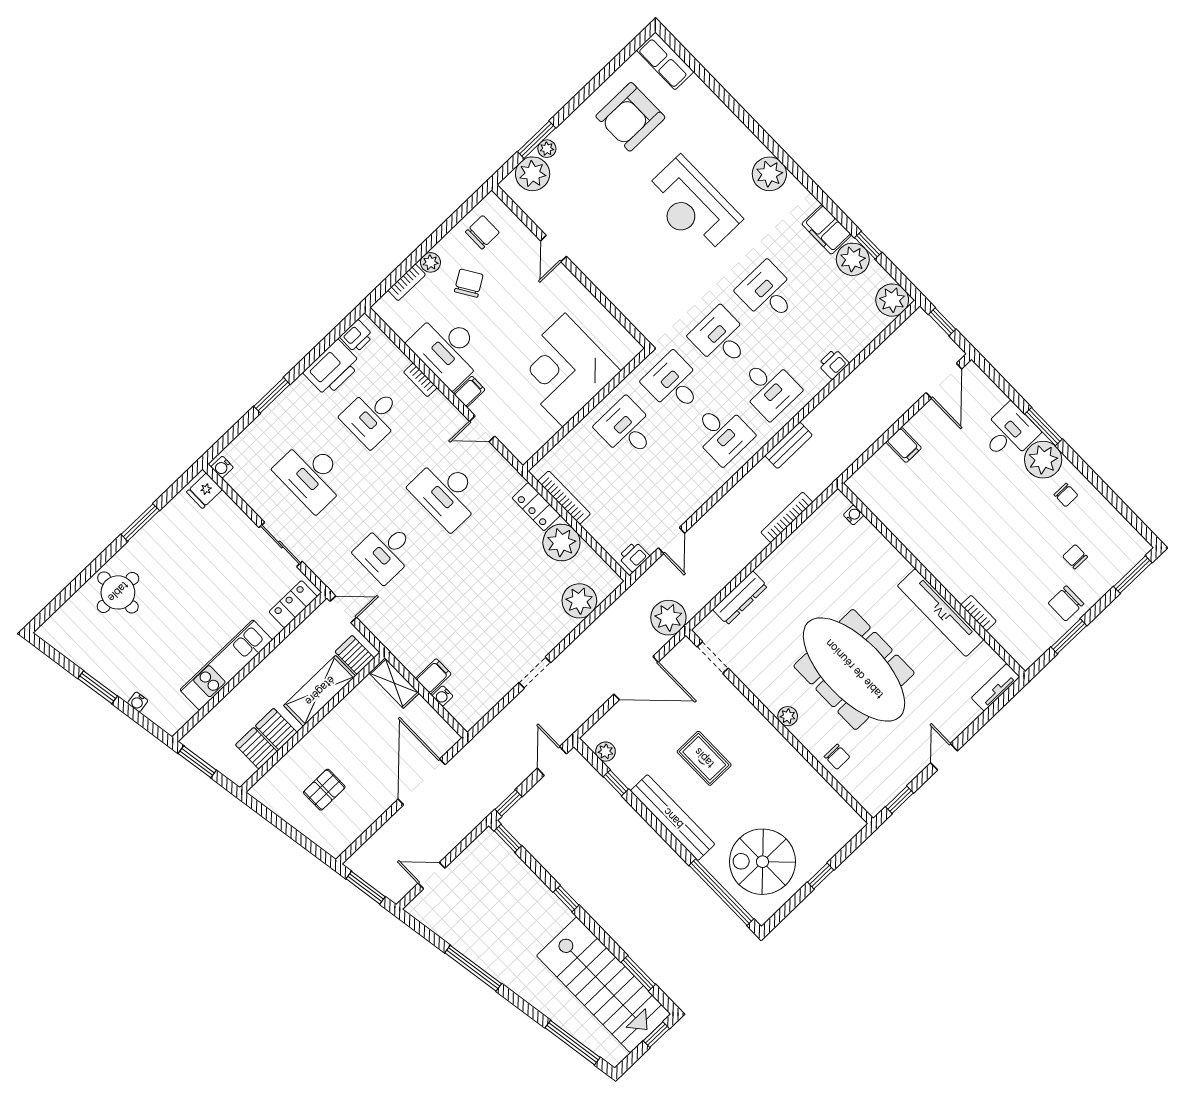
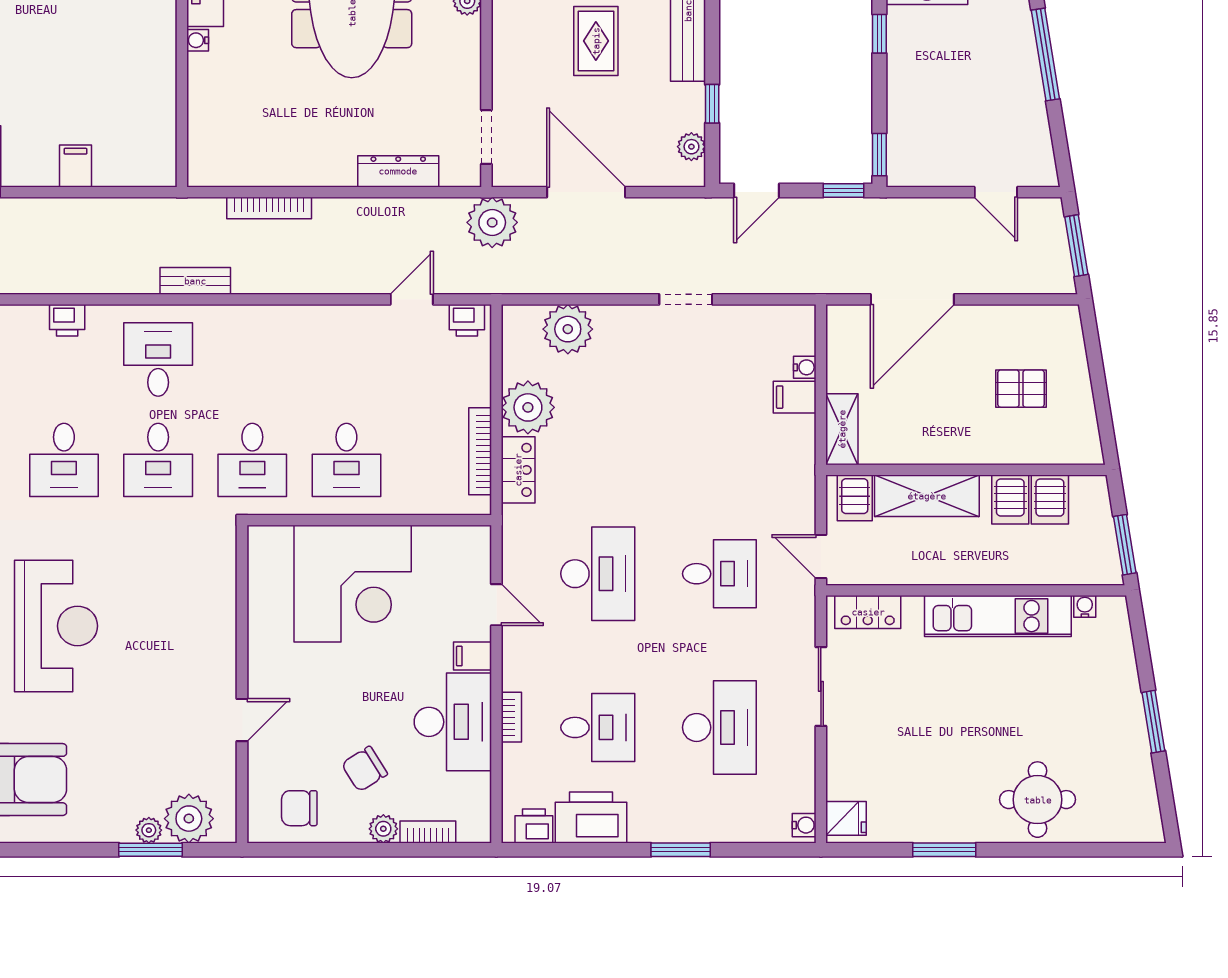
desk: (722, 434) -> (252, 359), removed
water cooler: (854, 515) -> (198, 40), moved
water cooler: (138, 702) -> (1085, 606), moved, turned -81

